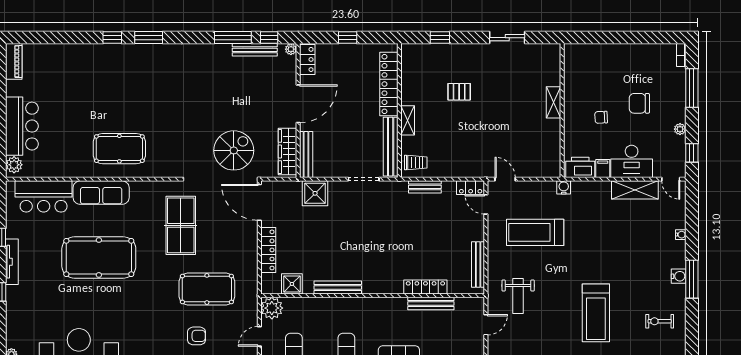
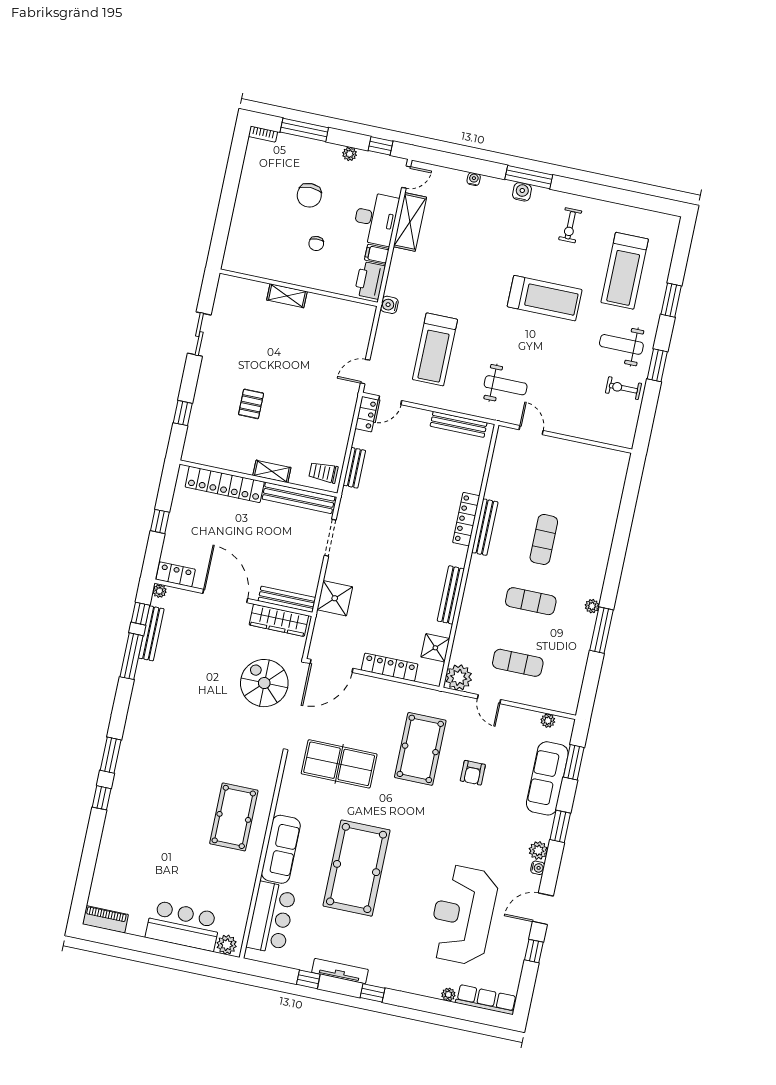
trolley: (416, 162) -> (323, 472), turned -90
locker: (425, 287) -> (466, 519), moved
bench: (431, 303) -> (485, 527), moved
armchair: (197, 336) -> (473, 773), turned 180

